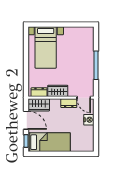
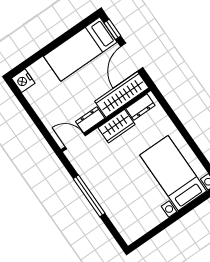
wardrobe: (39, 105) -> (122, 95), width x1.50
door: (26, 120) -> (132, 57), hinge flipped
nightstand: (89, 120) -> (23, 81), moved

